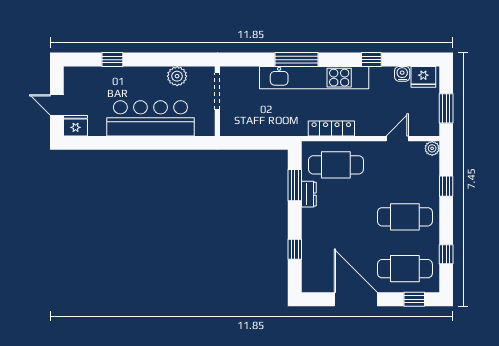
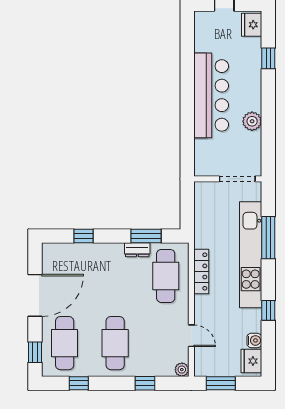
doorway: (217, 91) -> (237, 179), moved
wall: (217, 101) -> (228, 179), moved
fridge: (76, 126) -> (252, 25), moved, turned 180

